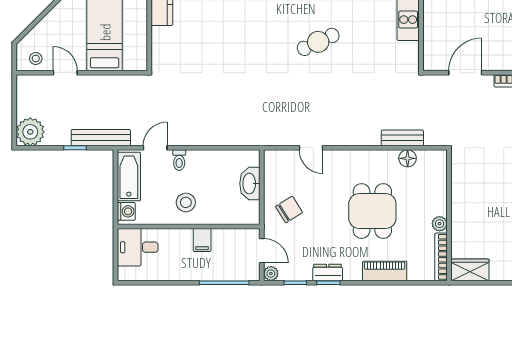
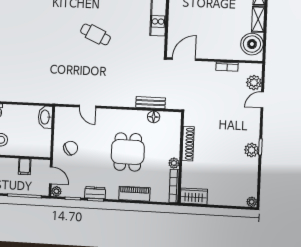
cafe table: (318, 42) -> (95, 34), turned 50
door: (465, 73) -> (184, 59), moved
washbasin: (250, 184) -> (45, 117), moved
shoe rack: (459, 195) -> (188, 144), added
filing cabinet: (202, 240) -> (25, 167), moved

